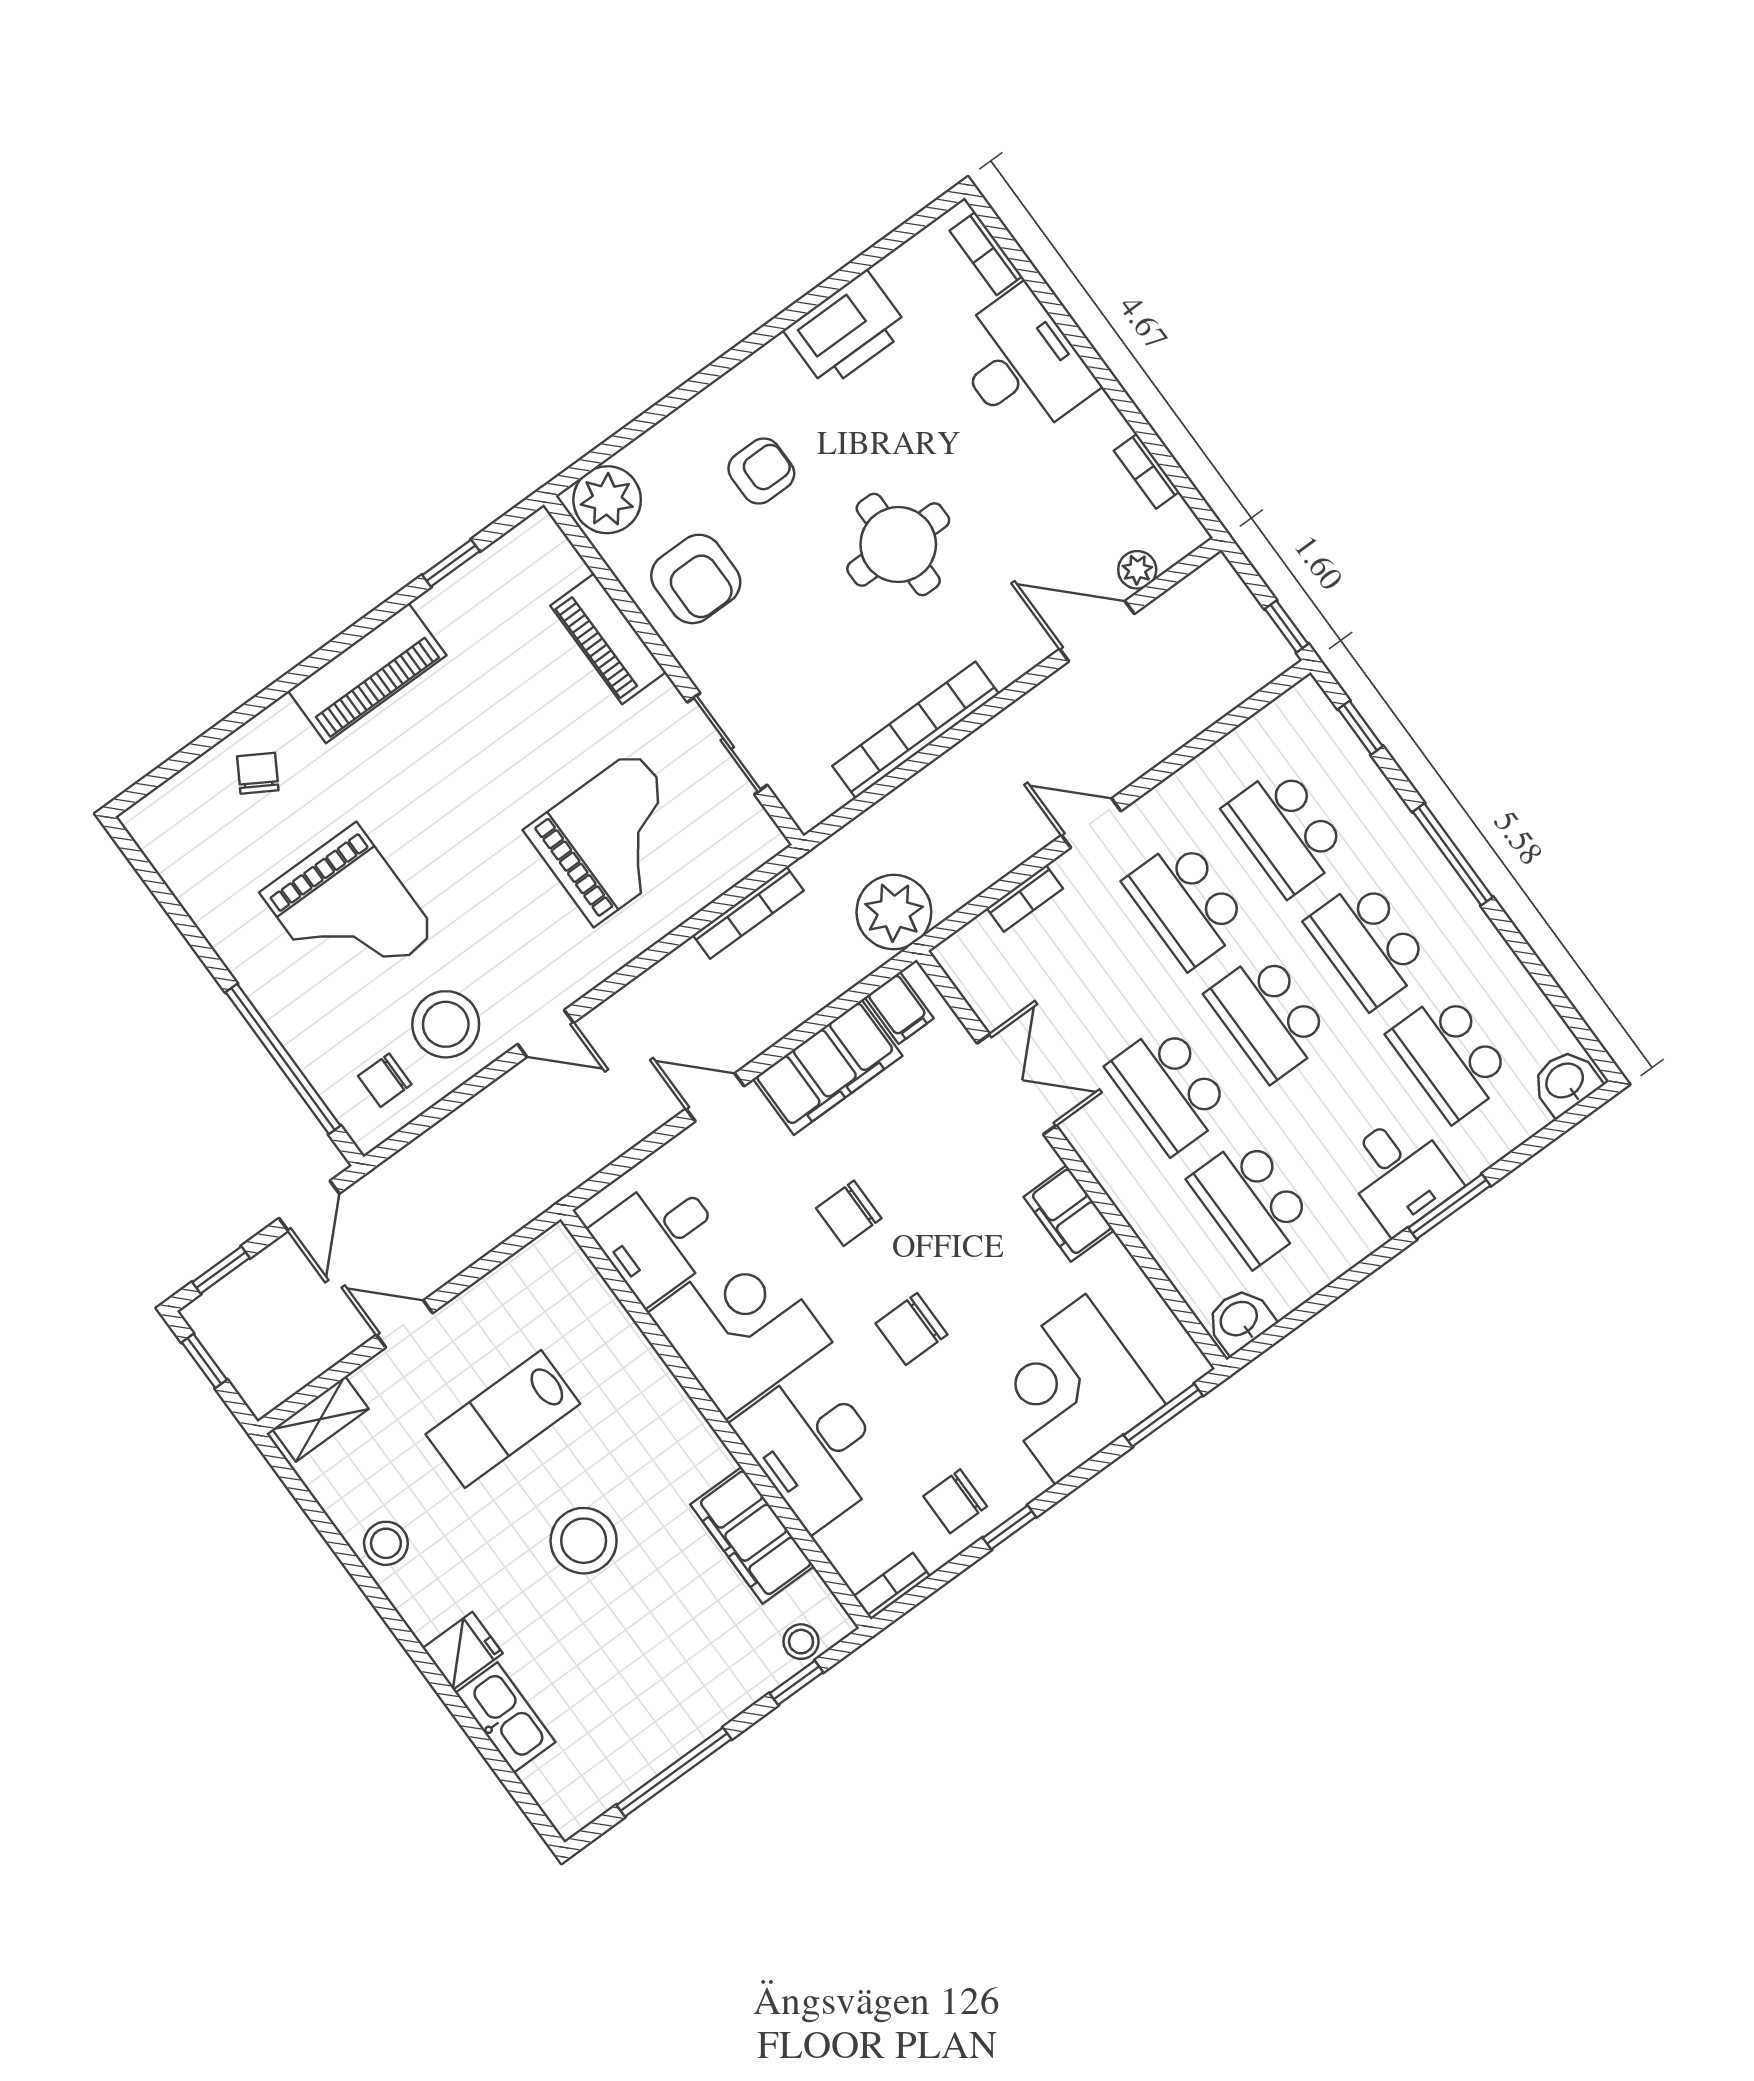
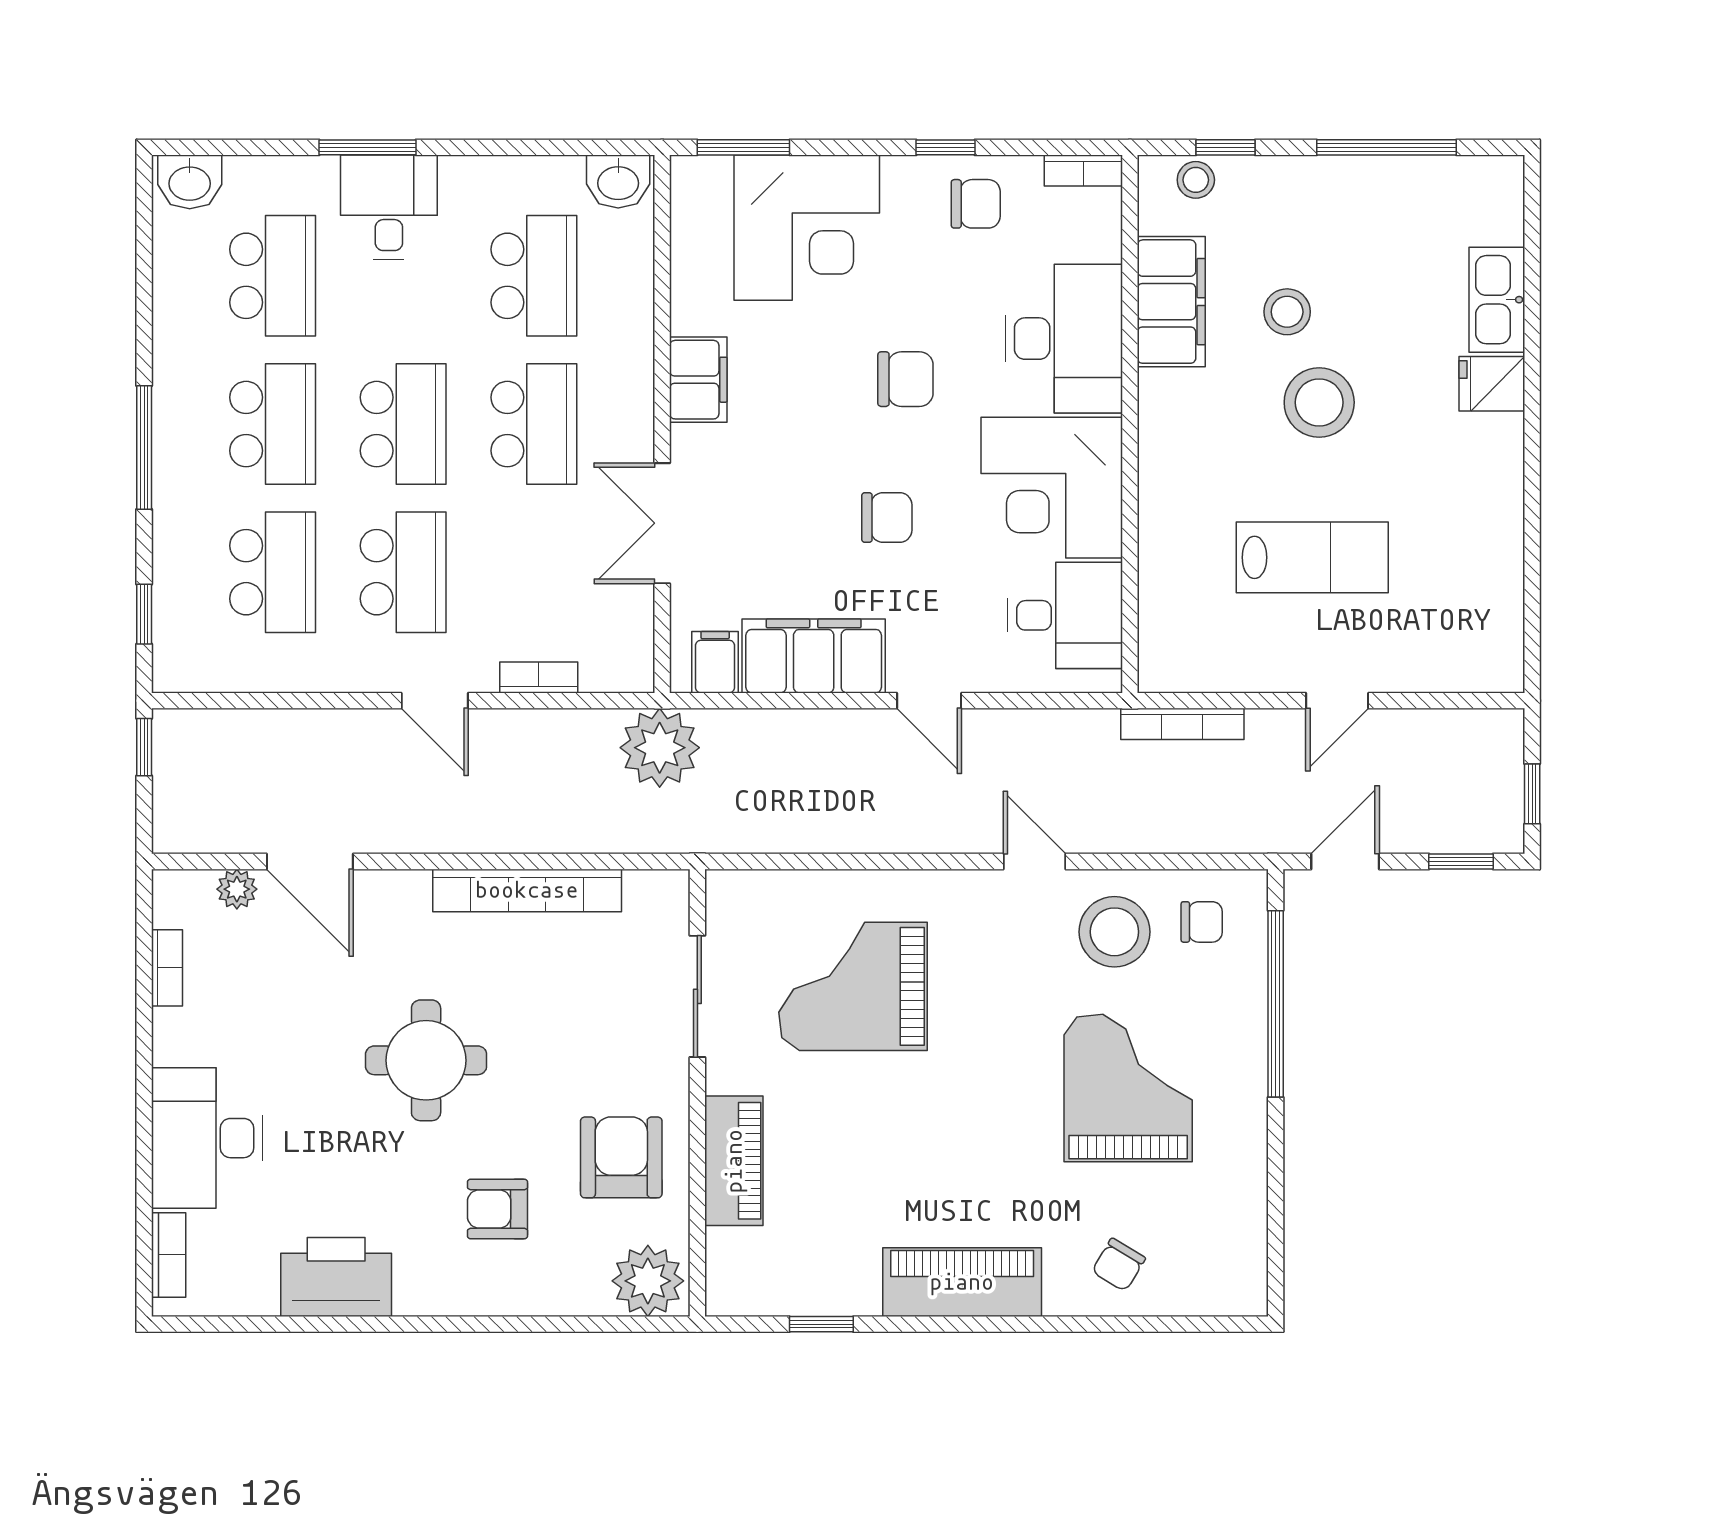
bookcase: (748, 913) -> (1182, 724), moved, turned 180
door: (405, 1324) -> (1337, 701), hinge flipped
shelving: (320, 1419) -> (1469, 671), removed
stool: (386, 1543) -> (1287, 312), moved

